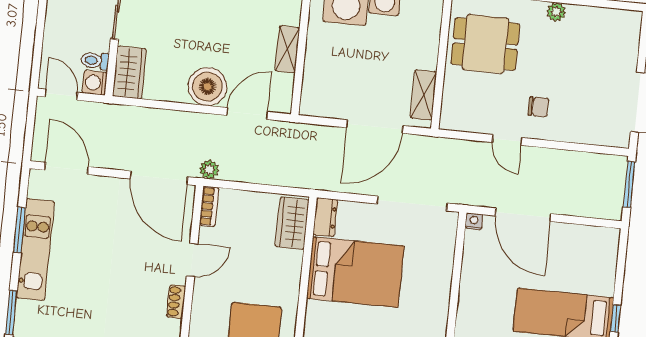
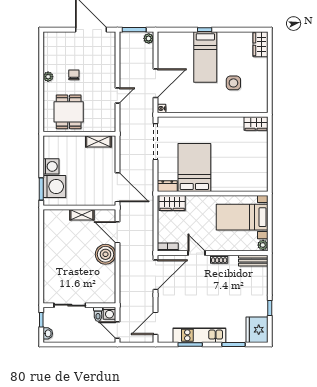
wardrobe: (130, 72) -> (102, 296), removed
door: (61, 95) -> (117, 330), hinge flipped
chair: (538, 107) -> (74, 75), moved
door: (375, 127) -> (117, 187), moved
plant: (209, 169) -> (149, 38), moved

